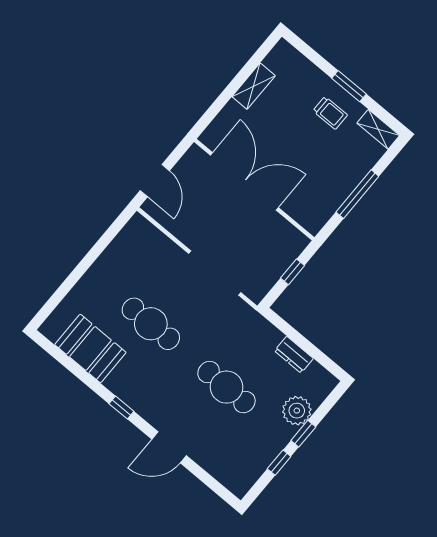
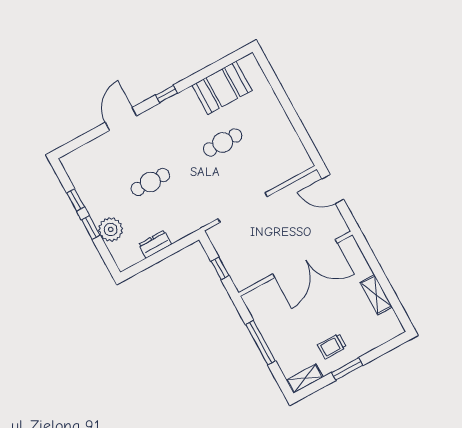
cafe table: (151, 324) -> (223, 142), width x0.73, depth x0.74
cafe table: (227, 387) -> (150, 182), width x0.73, depth x0.74

